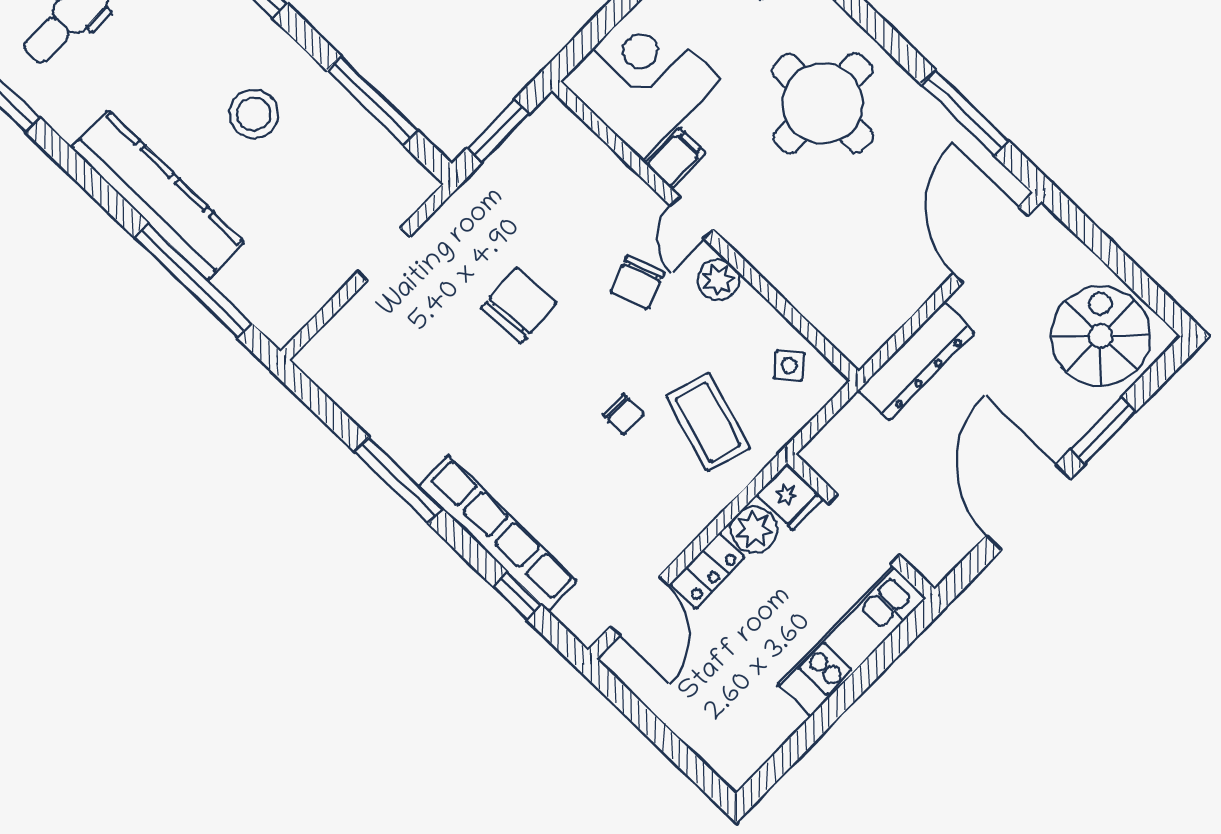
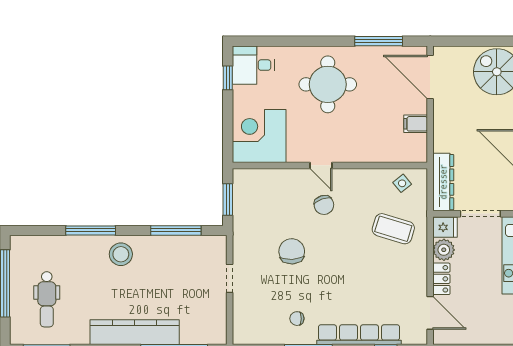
stool: (254, 114) -> (121, 254), moved
filing cabinet: (675, 158) -> (416, 124), moved, turned -90
plant: (718, 280) -> (350, 178), removed
dresser: (916, 361) -> (443, 182), moved
chair: (623, 414) -> (297, 319), moved, turned 180

